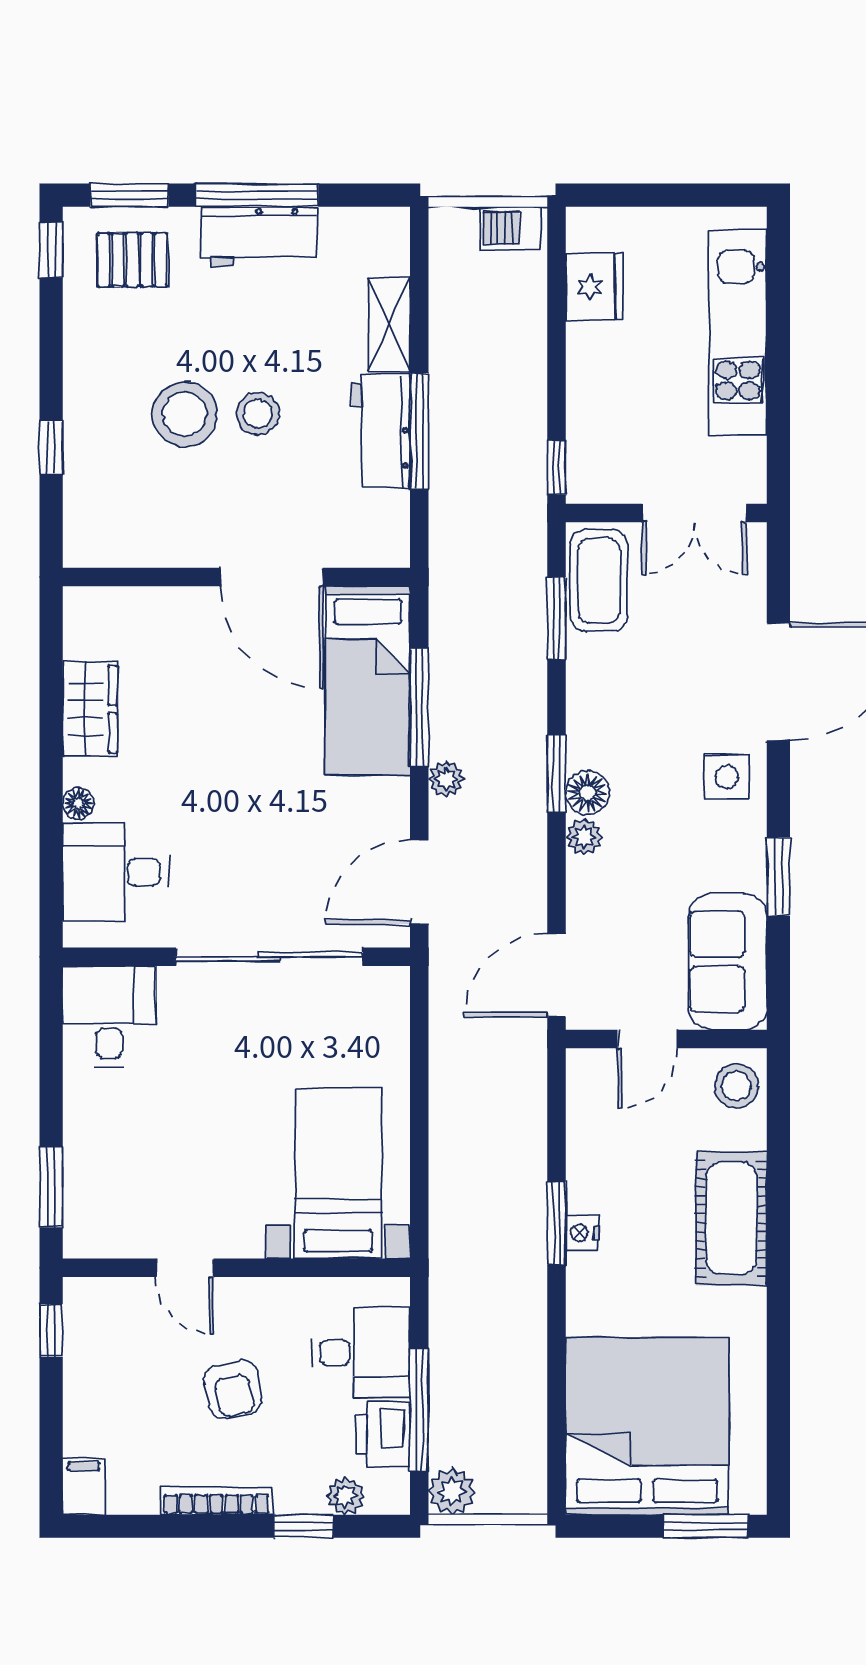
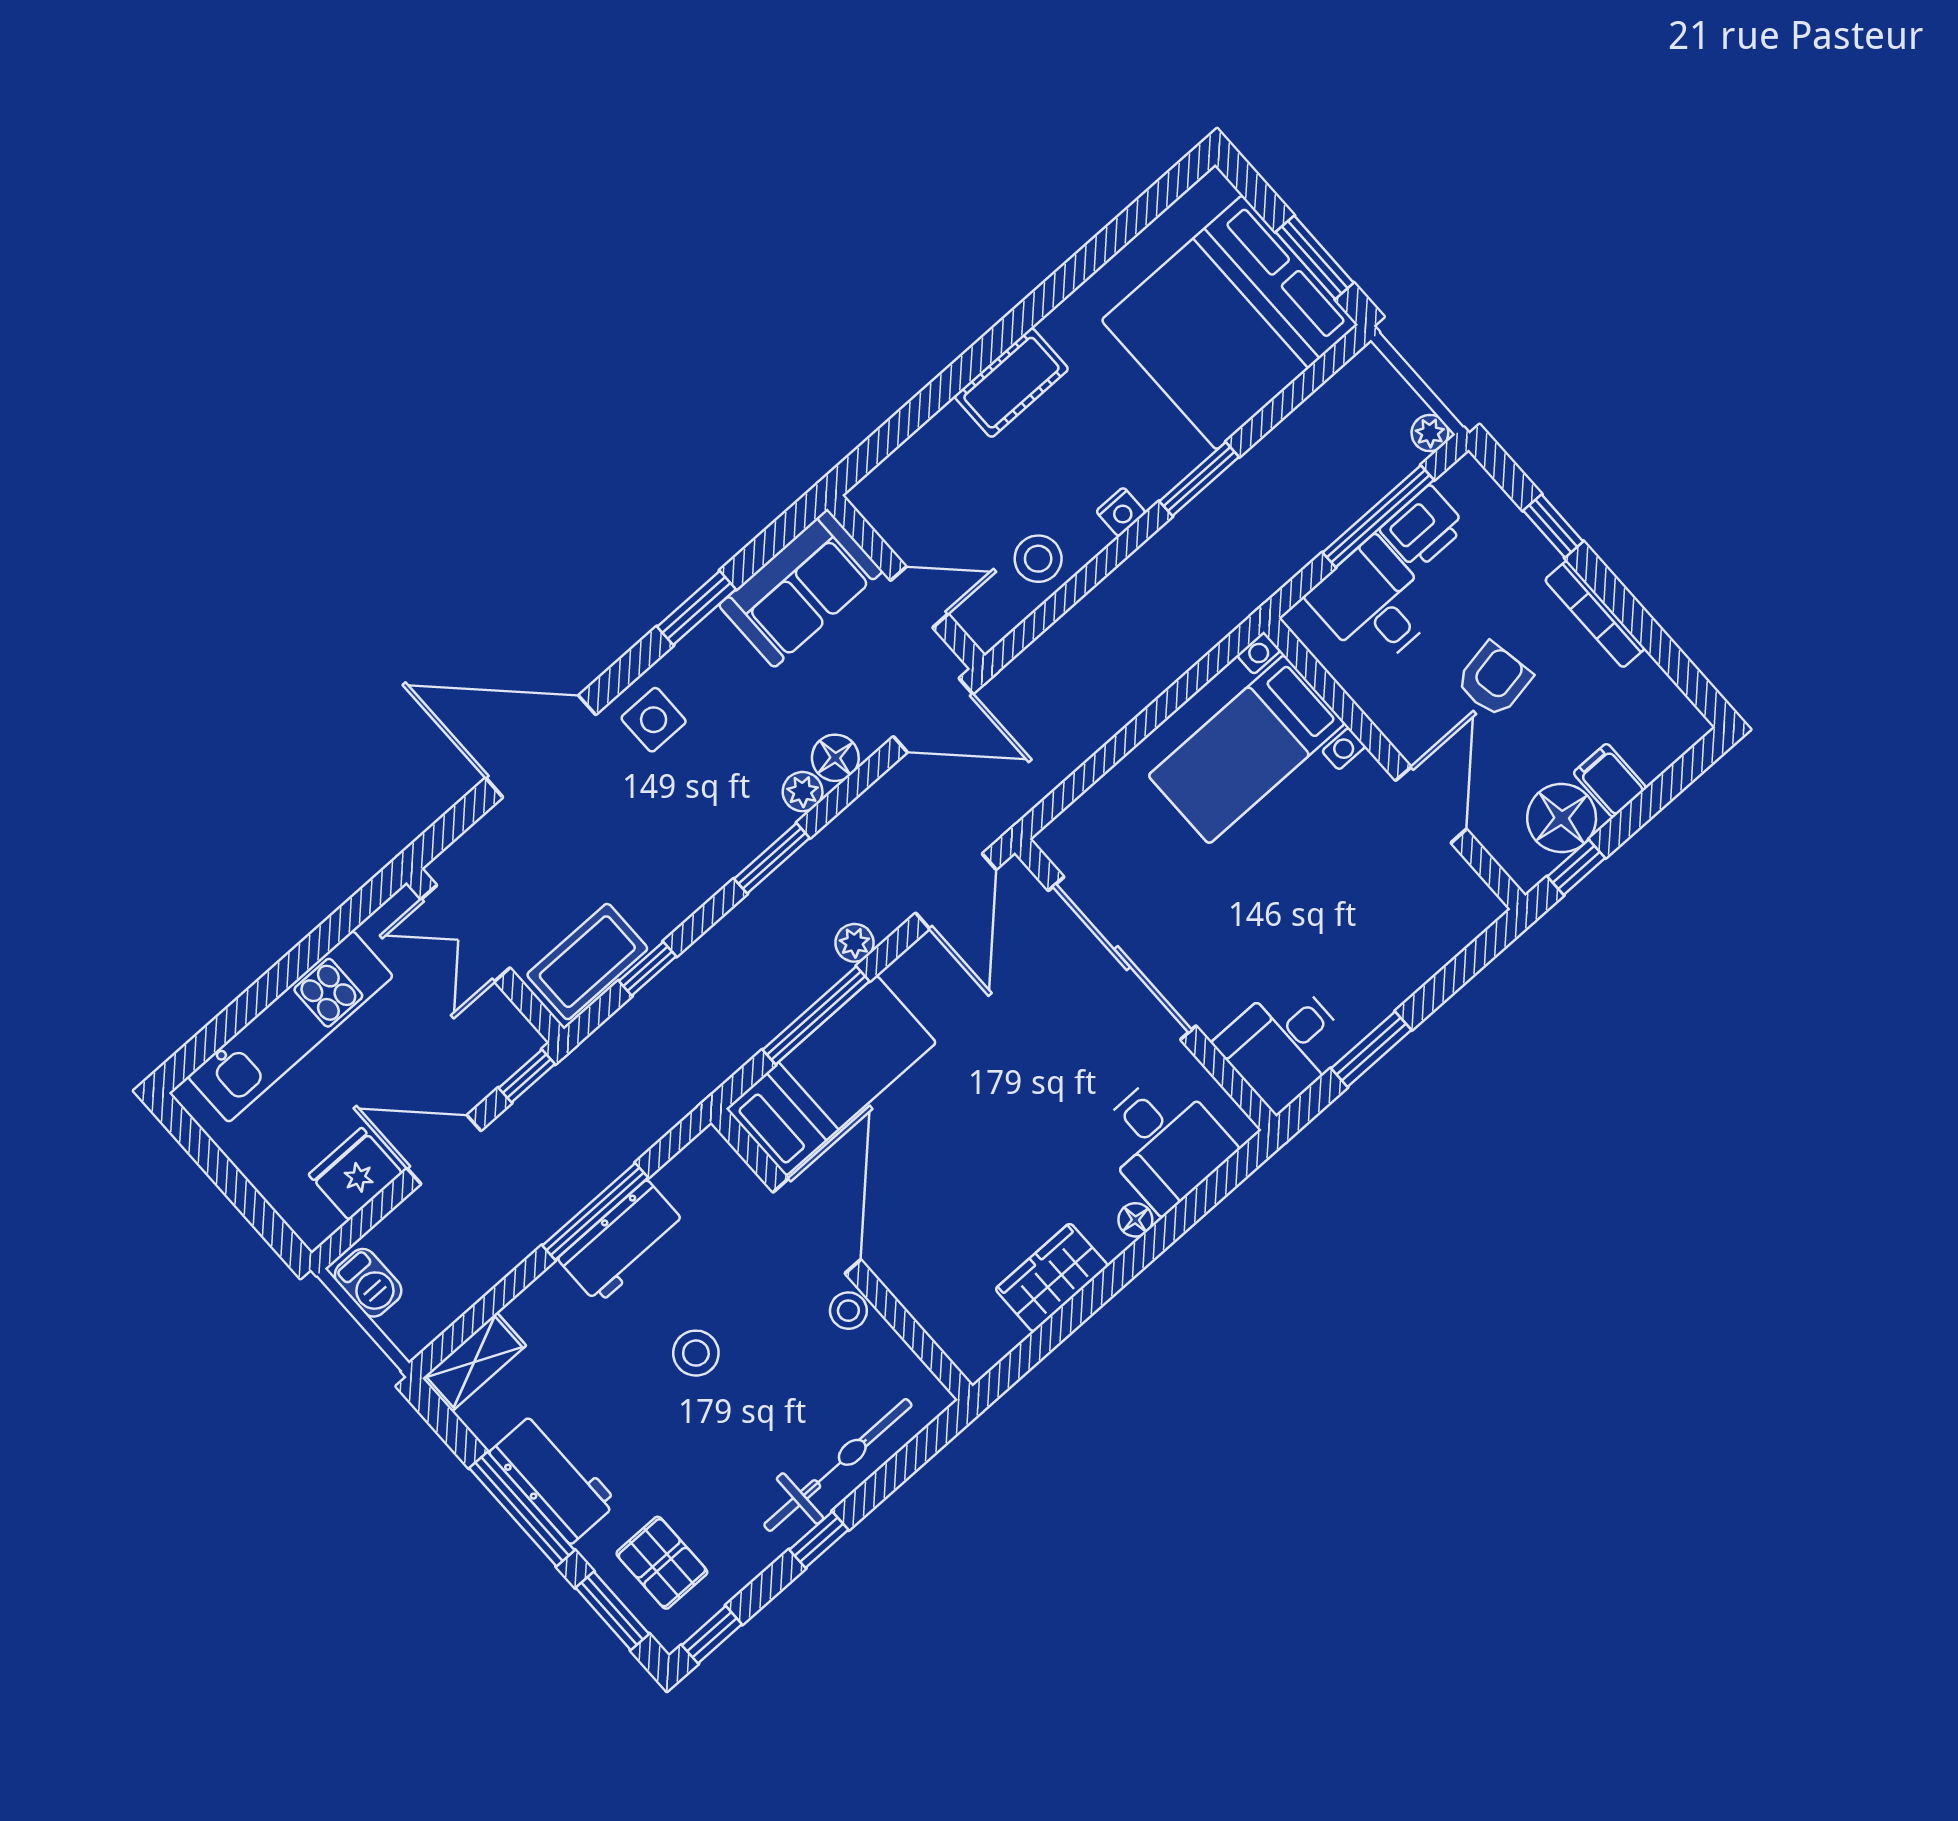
shelving: (389, 325) -> (474, 1362), moved
door: (557, 364) -> (444, 1149), added
stool: (185, 414) -> (848, 1311), moved, width x0.53, depth x0.53
bicycle: (91, 443) -> (838, 1465), added
window: (51, 448) -> (819, 1540), moved
double door: (694, 513) -> (466, 933), swing flipped
window: (557, 618) -> (648, 969), width x0.67
floor lamp: (587, 793) -> (835, 758), moved
door: (419, 882) -> (956, 891), hinge flipped
stool: (736, 1086) -> (1038, 559), moved
window: (51, 1187) -> (1371, 1049), moved
cot: (731, 1218) -> (1011, 383), width x0.73, depth x0.75
window: (557, 1223) -> (1199, 479), moved
door: (185, 1268) -> (1431, 805), width x1.38
floor lamp: (95, 1351) -> (1562, 818), added
filing cabinet: (84, 1486) -> (1610, 780), moved, turned 90
plant: (452, 1491) -> (1430, 433), width x0.73, depth x0.73
plant: (345, 1496) -> (1500, 514), removed
window: (705, 1526) -> (1315, 257), moved

